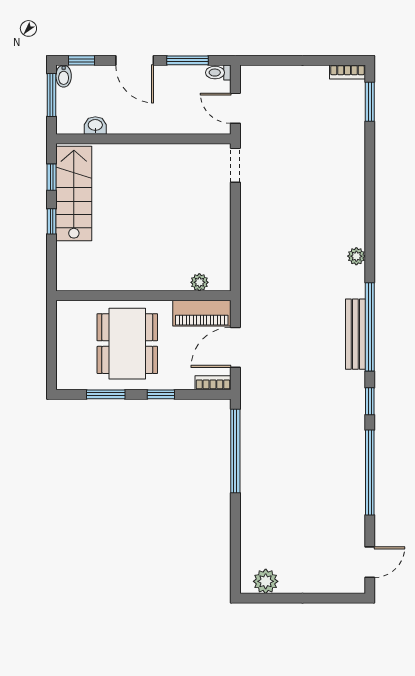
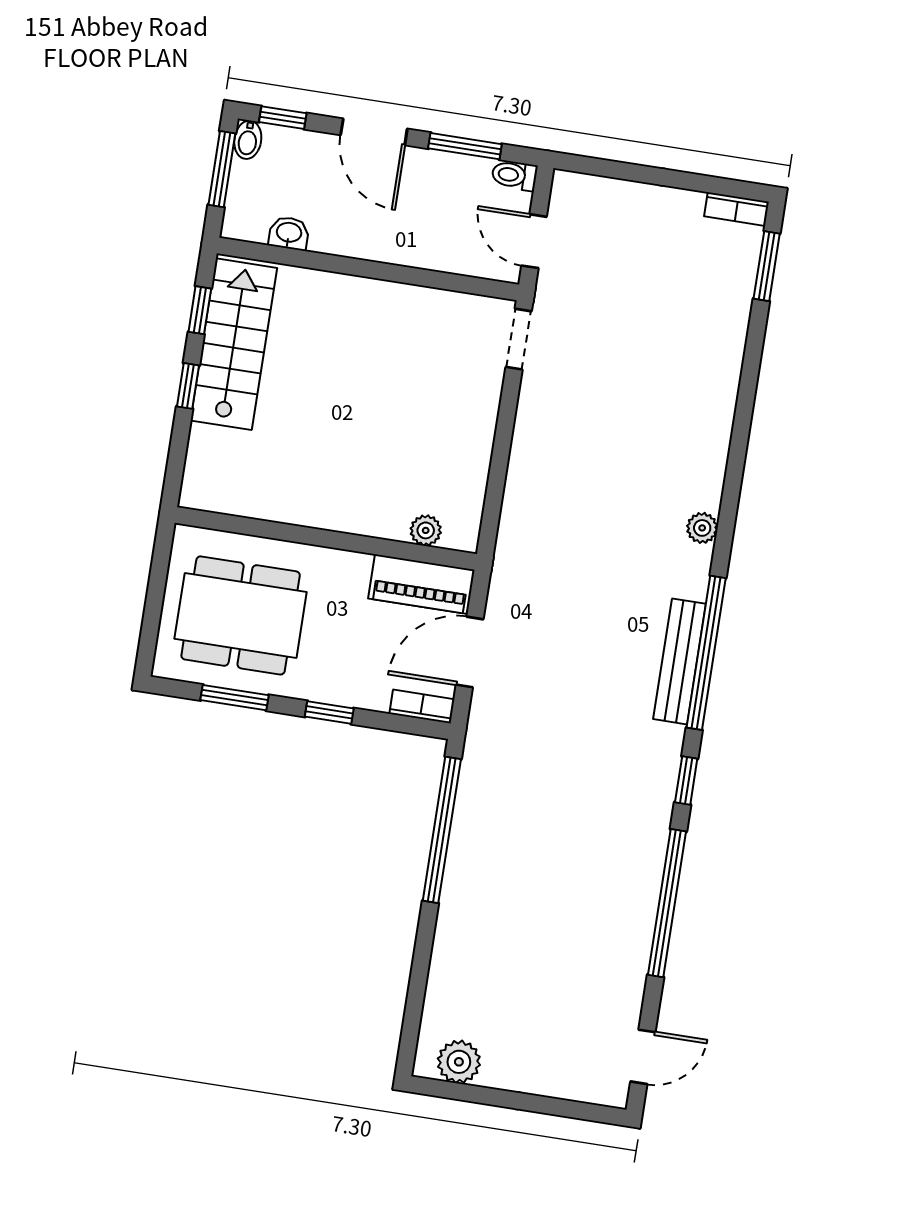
dining table: (127, 344) -> (241, 615), moved, turned 90

